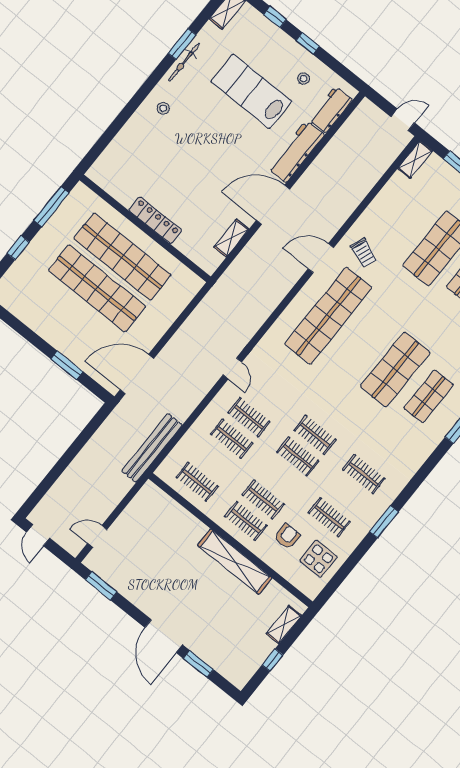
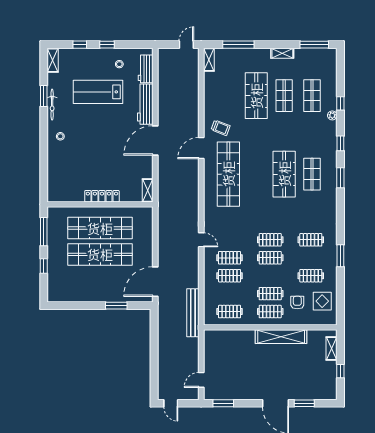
shelving: (231, 238) -> (148, 190), moved

